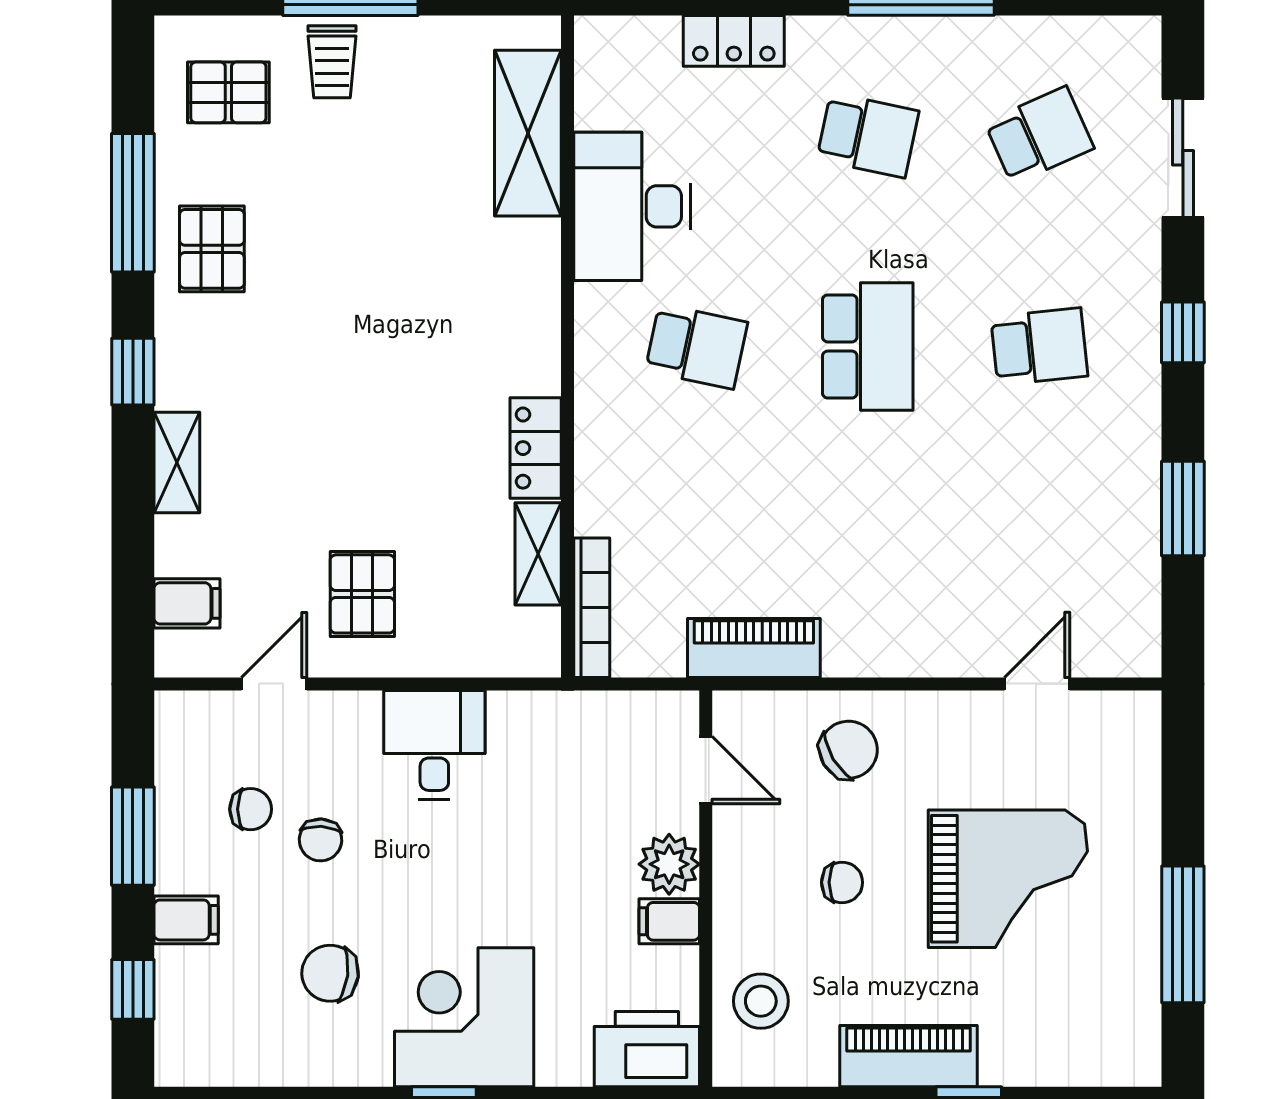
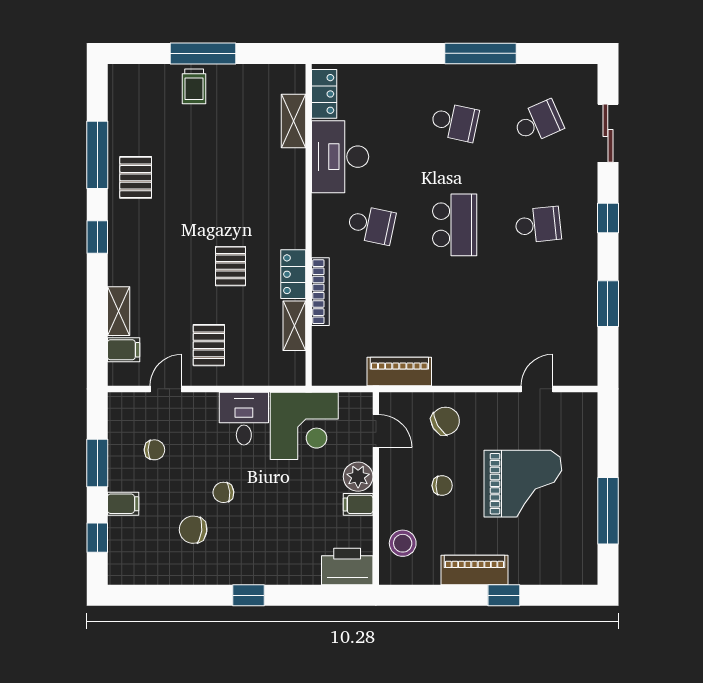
locker: (734, 41) -> (324, 94), moved, turned -90
pallet: (228, 92) -> (231, 266), moved, turned 90
shelving: (528, 133) -> (293, 121), width x0.67, depth x0.75
shelving: (177, 463) -> (119, 311), moved
bookcase: (592, 608) -> (320, 292), moved
chair: (321, 840) -> (223, 492), moved, turned 82
corner desk: (464, 1017) -> (304, 426), moved, turned 180

